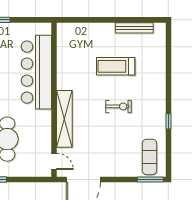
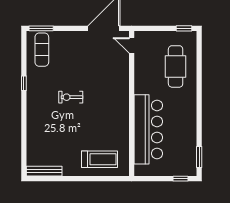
bench: (134, 28) -> (44, 171), moved
treadmill: (116, 66) -> (99, 159), moved
shelving: (64, 119) -> (122, 86), removed

